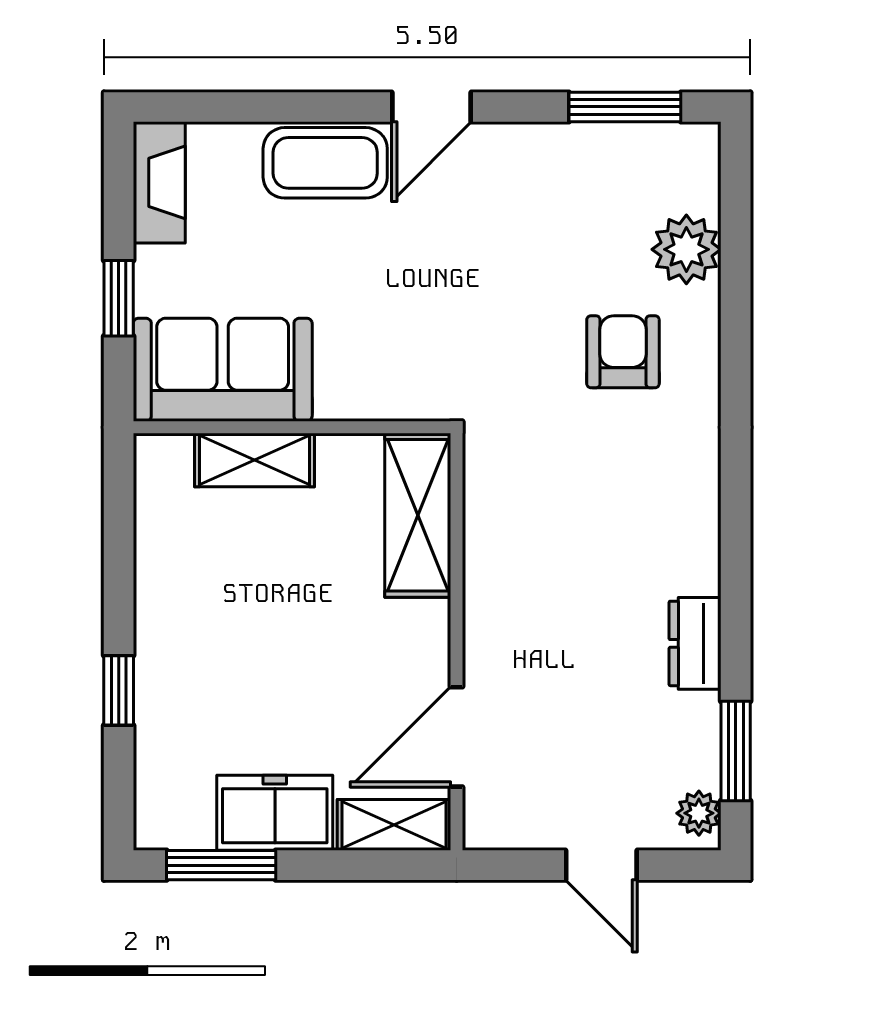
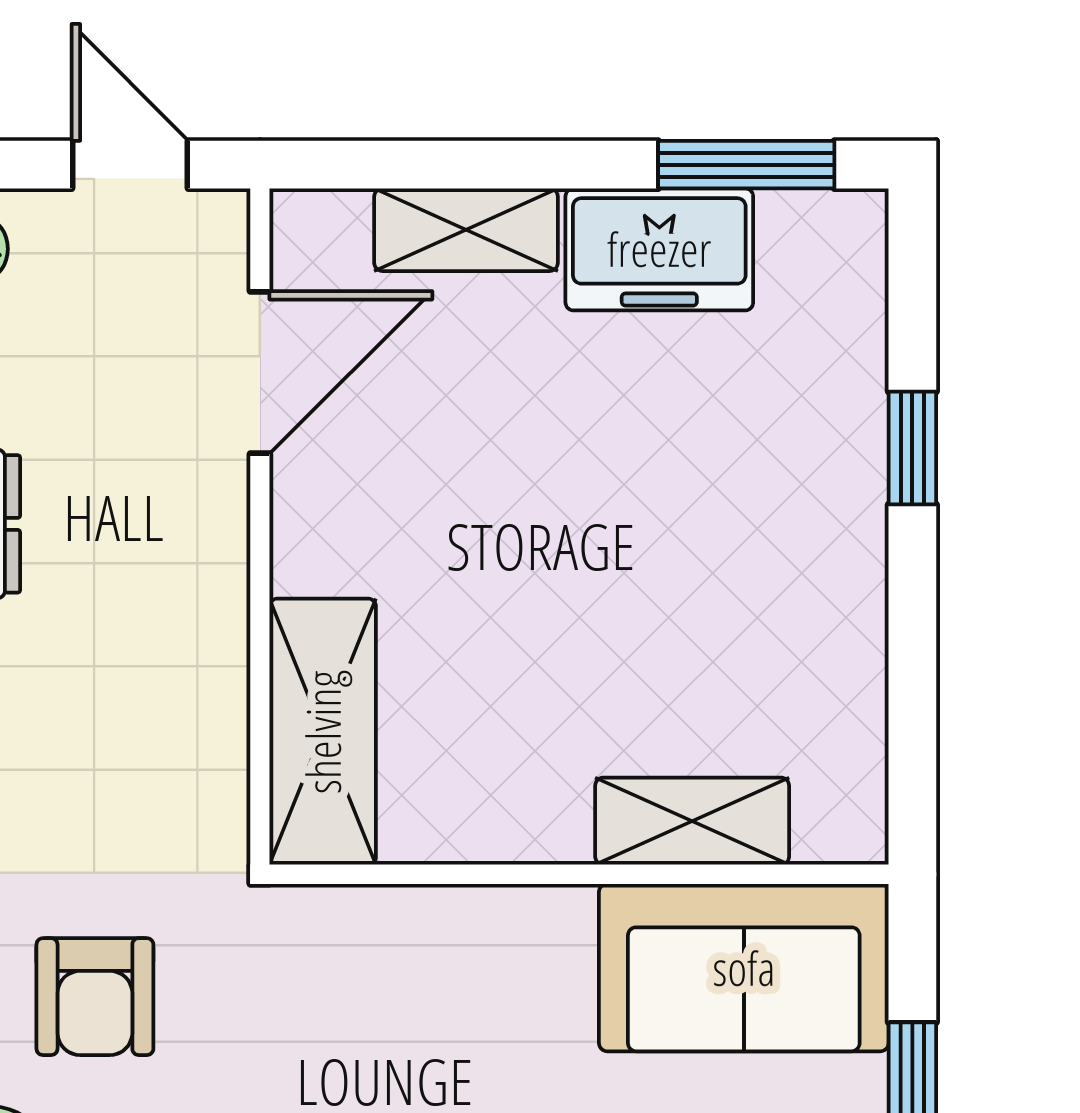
shelving: (418, 515) -> (323, 732), moved
wall: (457, 642) -> (260, 527), moved
door: (457, 737) -> (260, 372), moved

